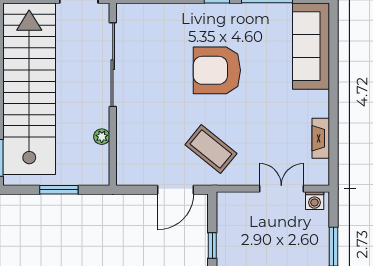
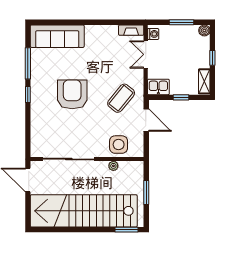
armchair: (217, 70) -> (72, 94), turned 180
fireplace: (321, 138) -> (131, 30), moved
side table: (136, 145) -> (119, 145), added
kitchen sink: (229, 209) -> (158, 87), added

